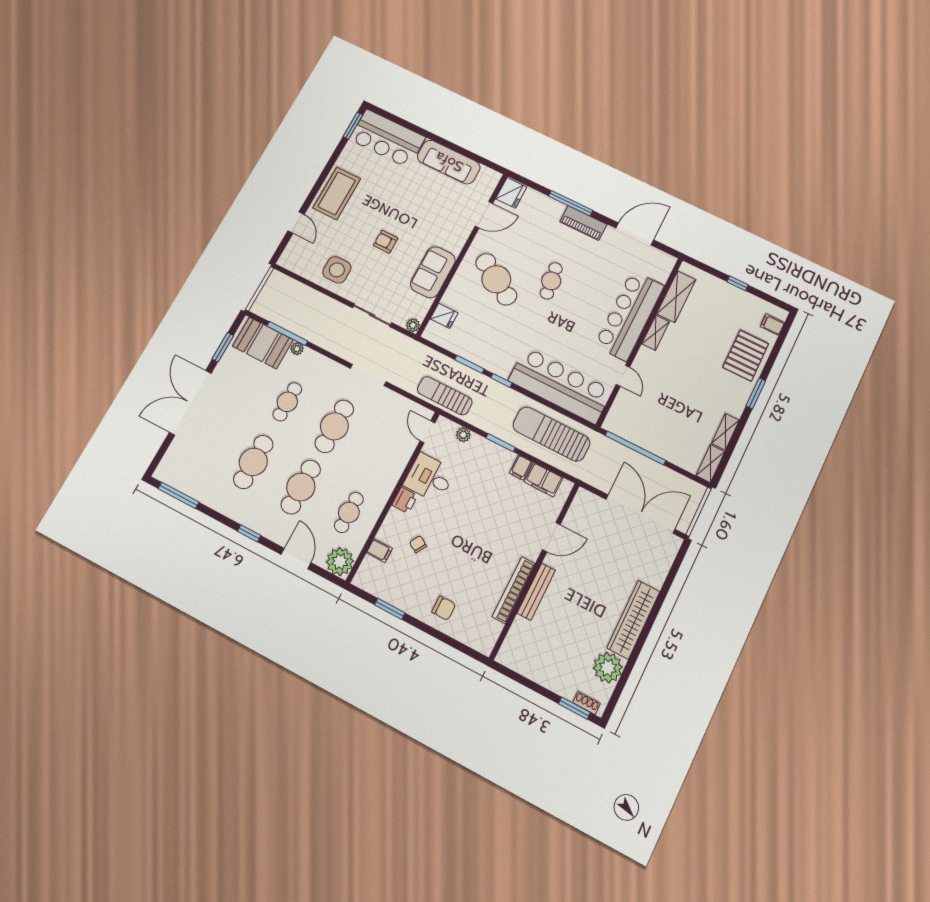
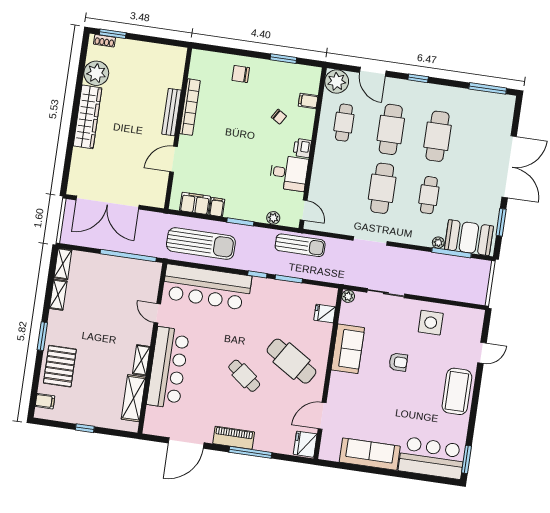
door: (296, 223) -> (482, 353), swing flipped
cafe table: (551, 281) -> (244, 376), turned -44

